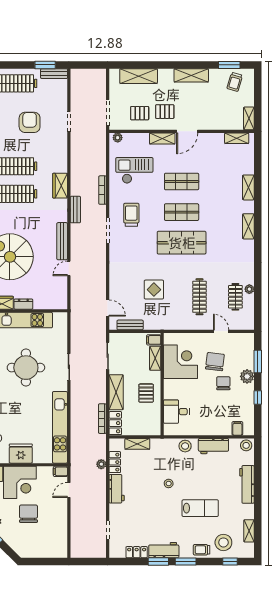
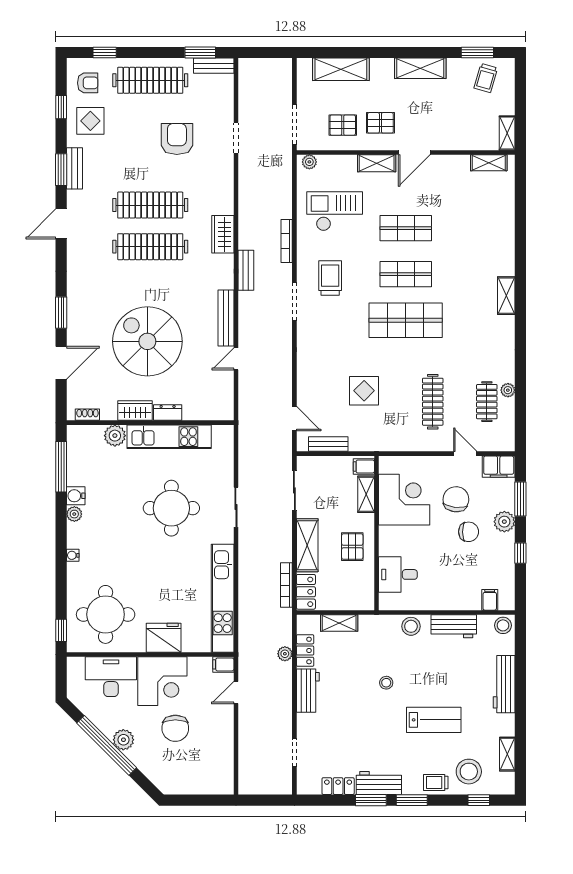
shelving: (248, 187) -> (506, 237), removed
filing cabinet: (243, 340) -> (499, 467), added
chair: (223, 383) -> (469, 532), turned 90
chair: (29, 514) -> (175, 728), turned 180

